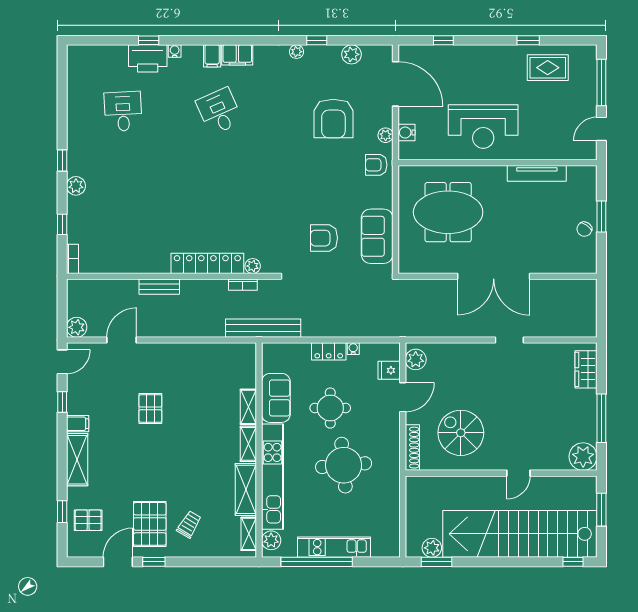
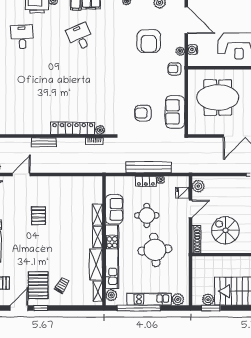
bench: (263, 328) -> (149, 167), moved
plant: (382, 548) -> (178, 299), added

